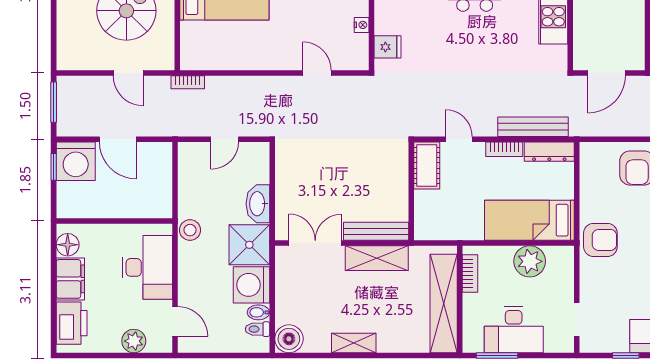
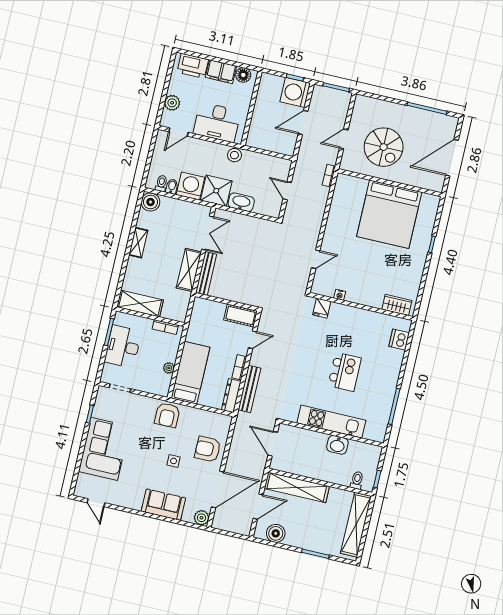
plant: (530, 261) -> (169, 368), width x0.53, depth x0.53
shelving: (444, 304) -> (140, 303), width x0.68

